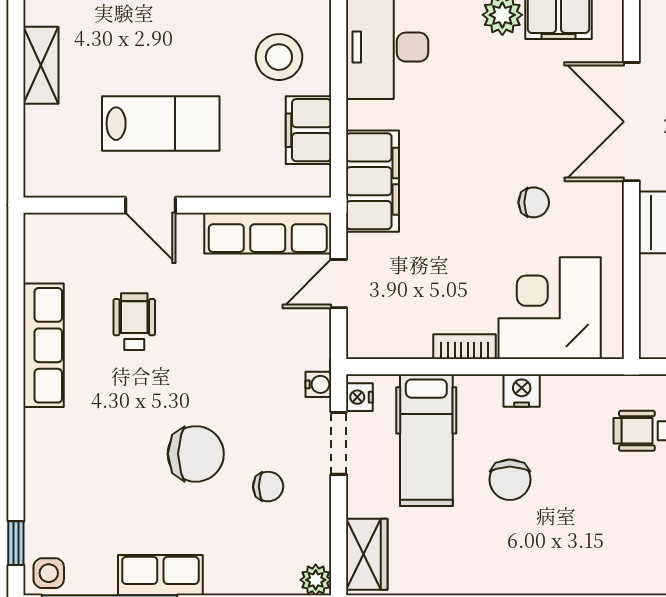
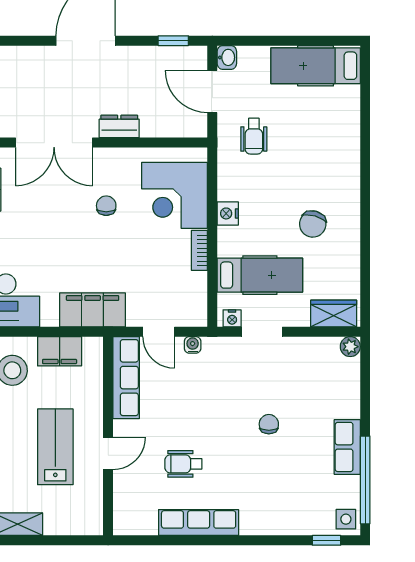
water cooler: (318, 384) -> (193, 345), moved
chair: (196, 454) -> (269, 424), width x0.54, depth x0.54
chair: (510, 480) -> (313, 224), moved, turned 106
chair: (268, 487) -> (290, 377), removed

